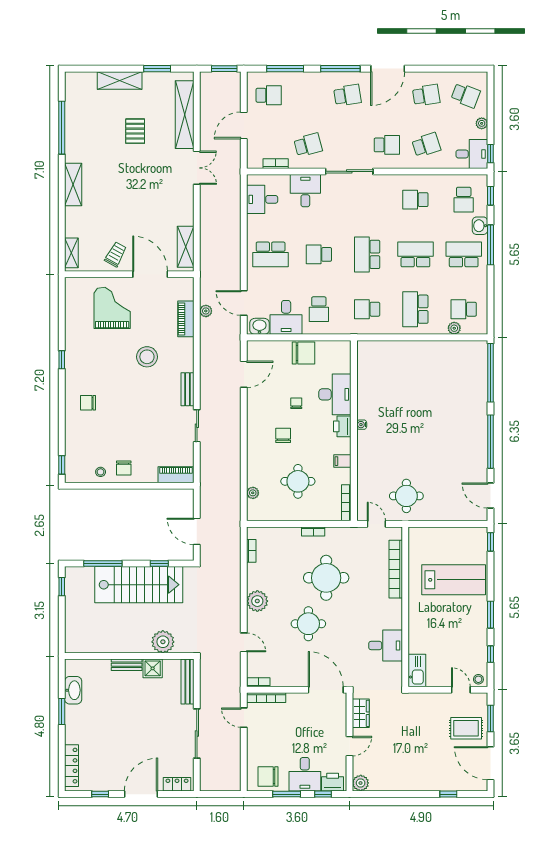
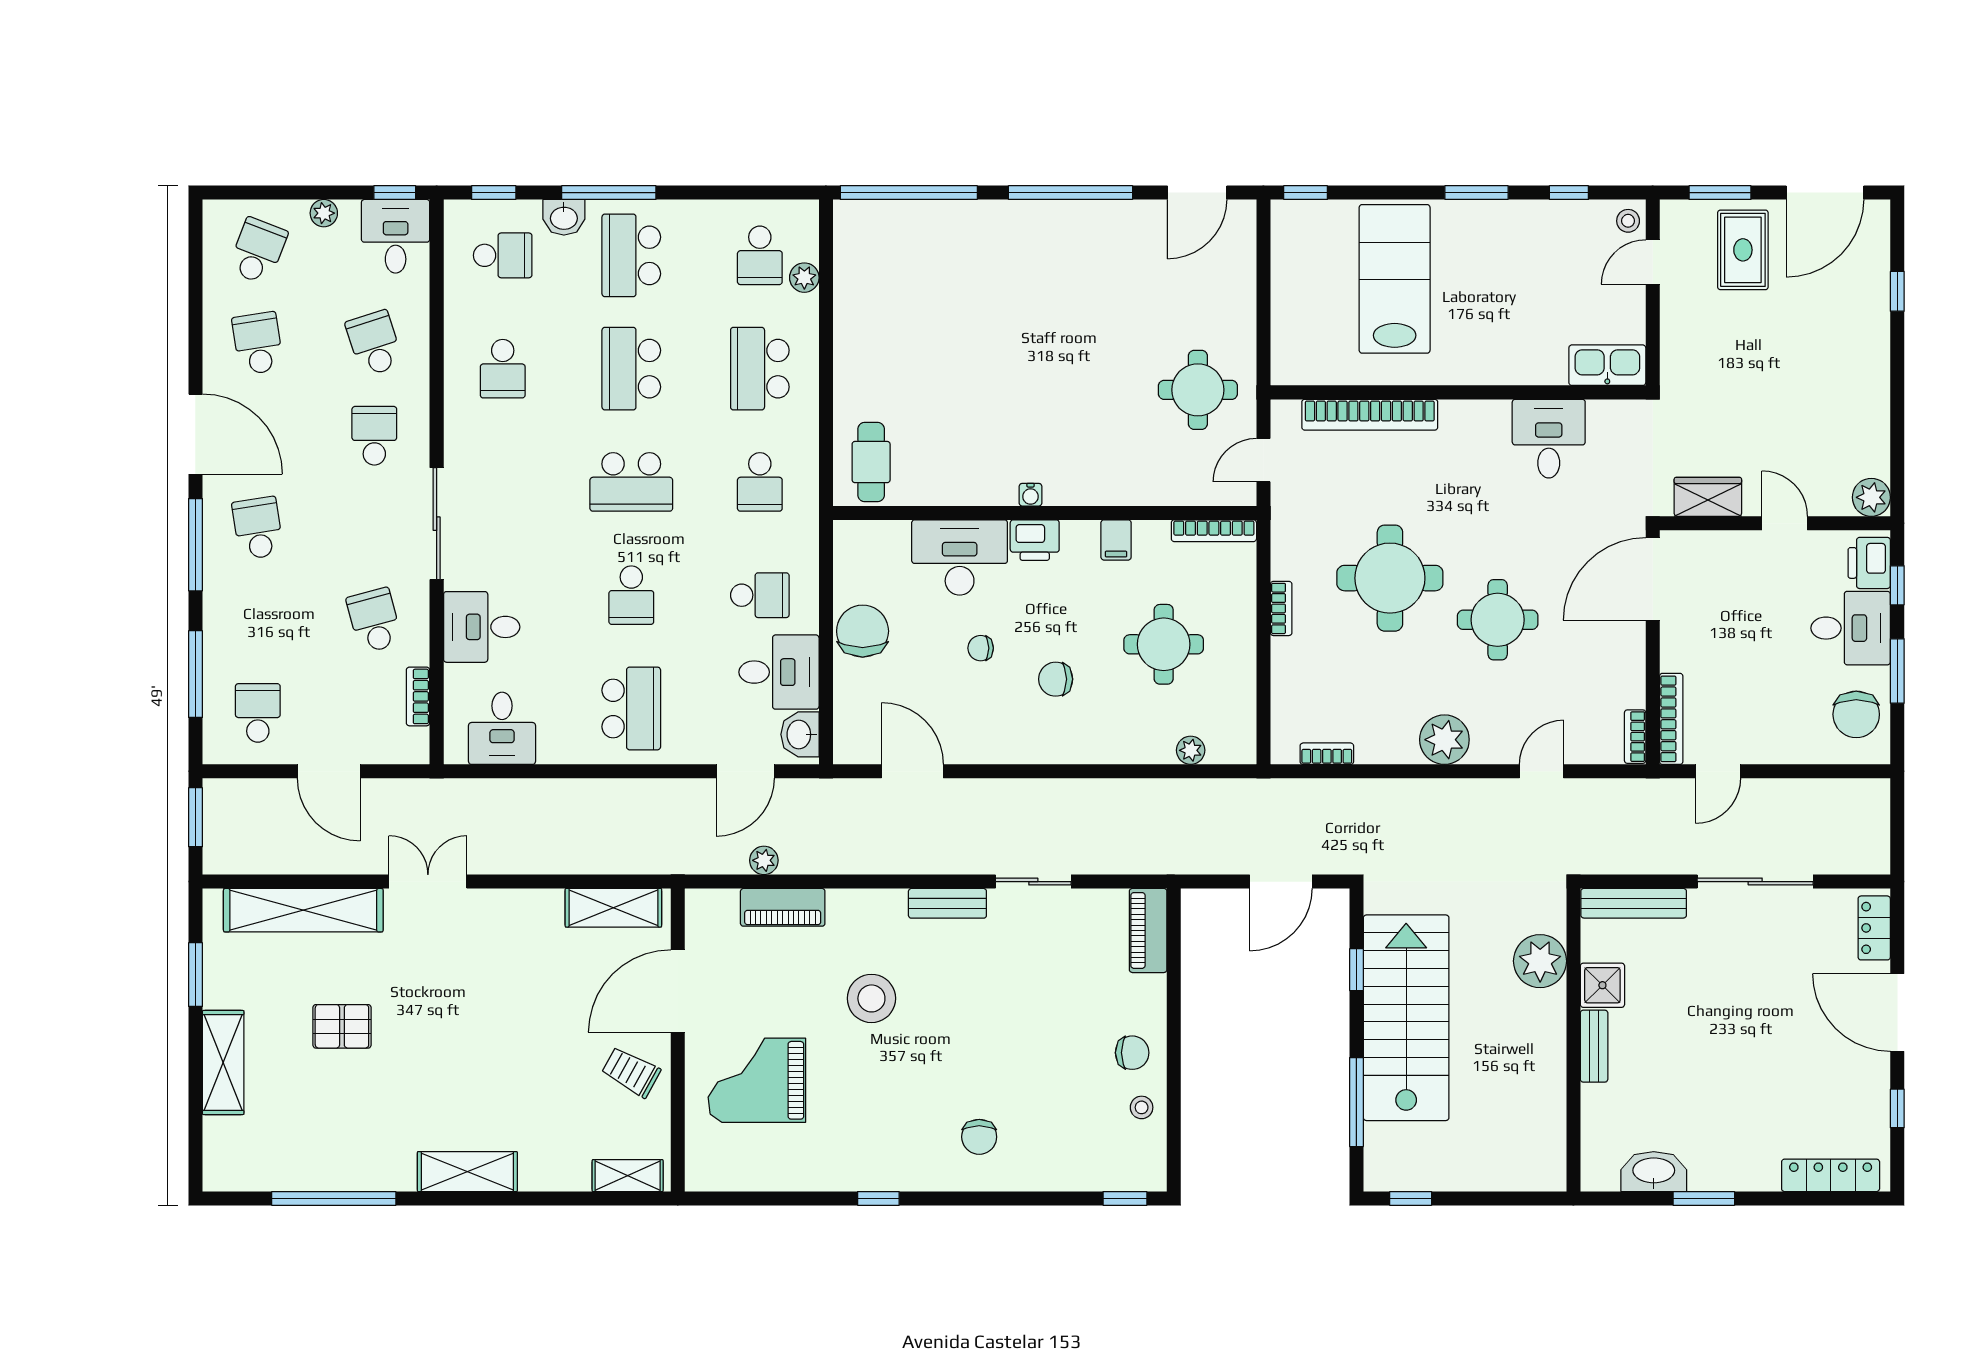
school desk: (415, 309) -> (760, 369), turned 90
cafe table: (376, 357) -> (871, 462), added

